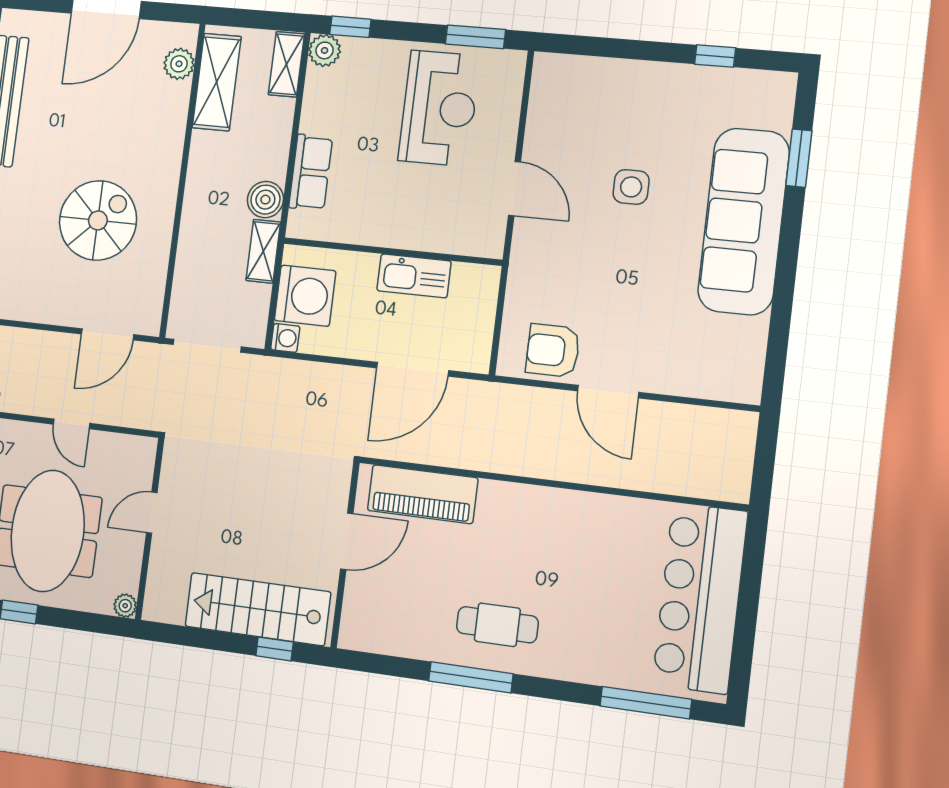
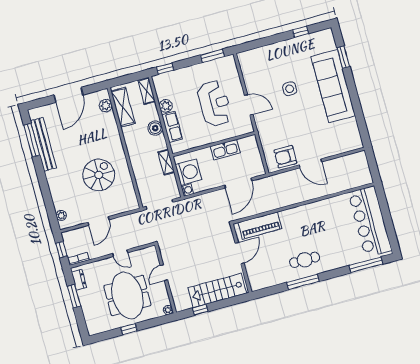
plant: (325, 50) -> (166, 106), moved
reception desk: (439, 108) -> (215, 103), moved
boiler: (265, 200) -> (155, 128), moved
door: (107, 334) -> (99, 221), moved
window: (275, 649) -> (200, 310), moved

